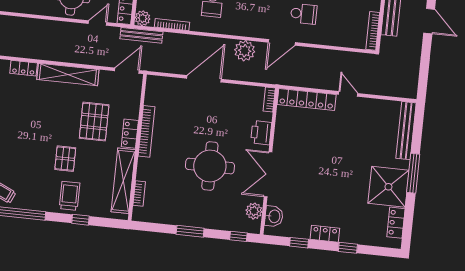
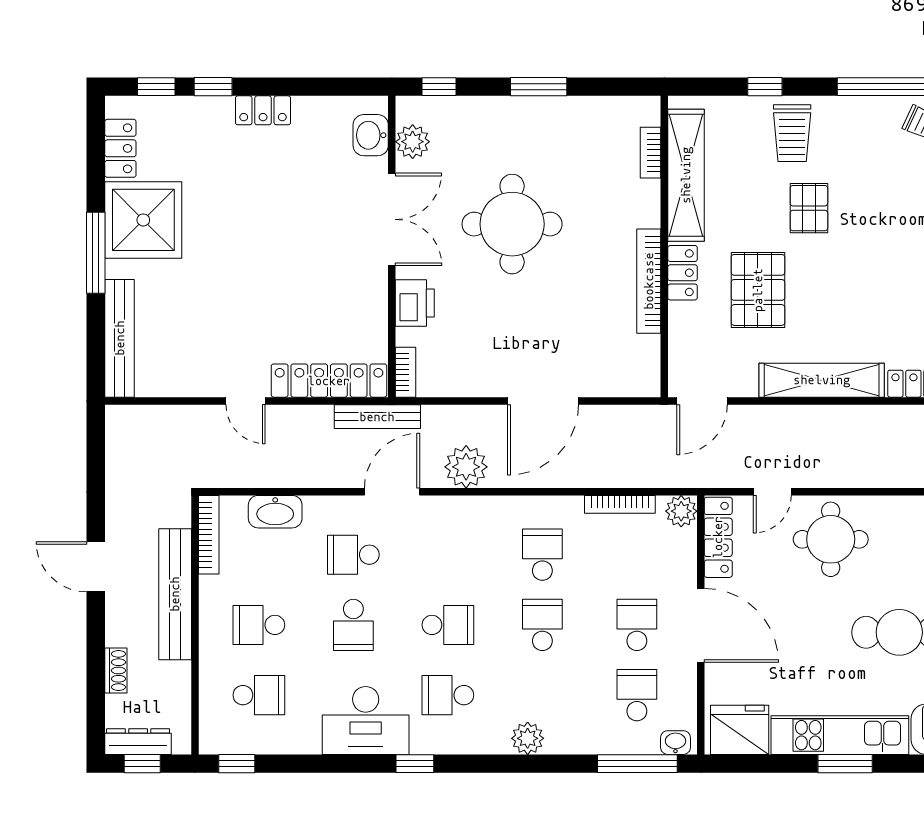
bench: (141, 35) -> (377, 417), moved
washbasin: (339, 39) -> (275, 512), added
window: (299, 243) -> (156, 87), moved

